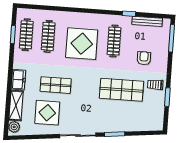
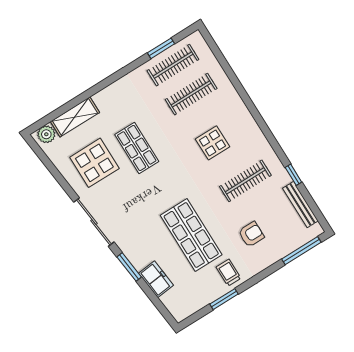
display table: (82, 44) -> (213, 143), width x0.54, depth x0.54
freezer: (18, 80) -> (156, 279), moved, turned -96

